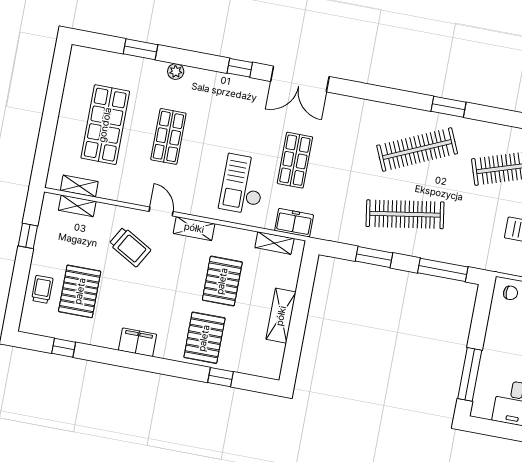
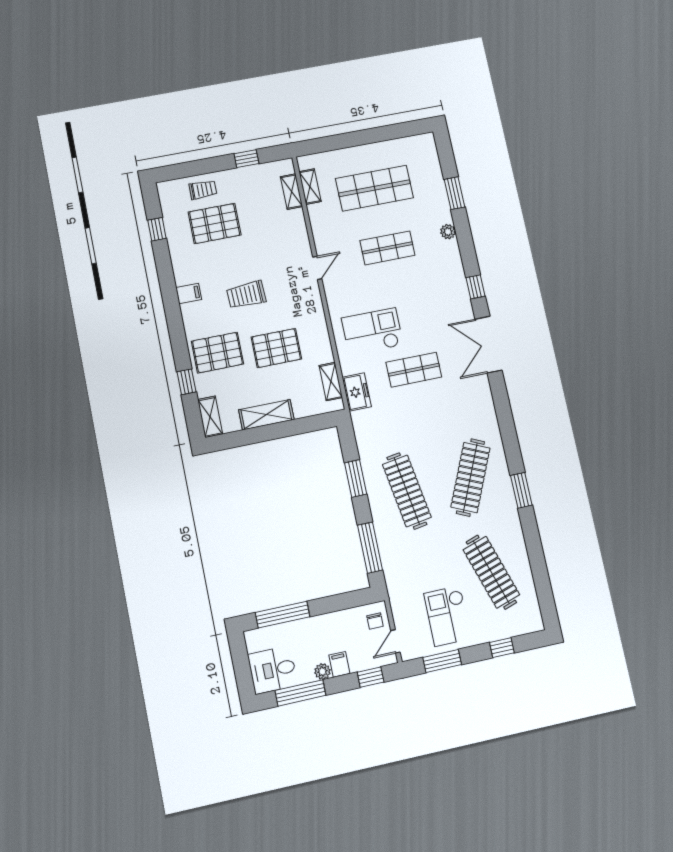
clothes rail: (417, 150) -> (470, 477), turned 48
shelving: (194, 228) -> (210, 417), moved
trolley: (130, 247) -> (246, 295), moved, turned 58
filing cabinet: (137, 342) -> (189, 293), width x0.50

